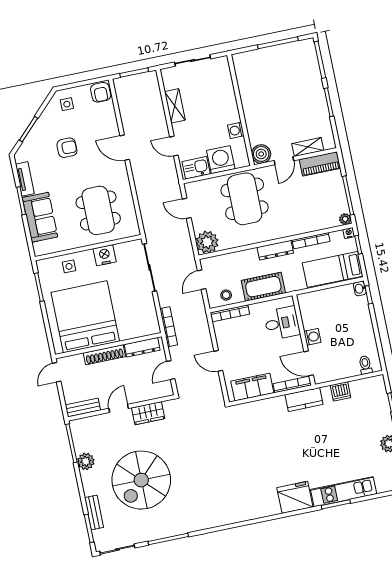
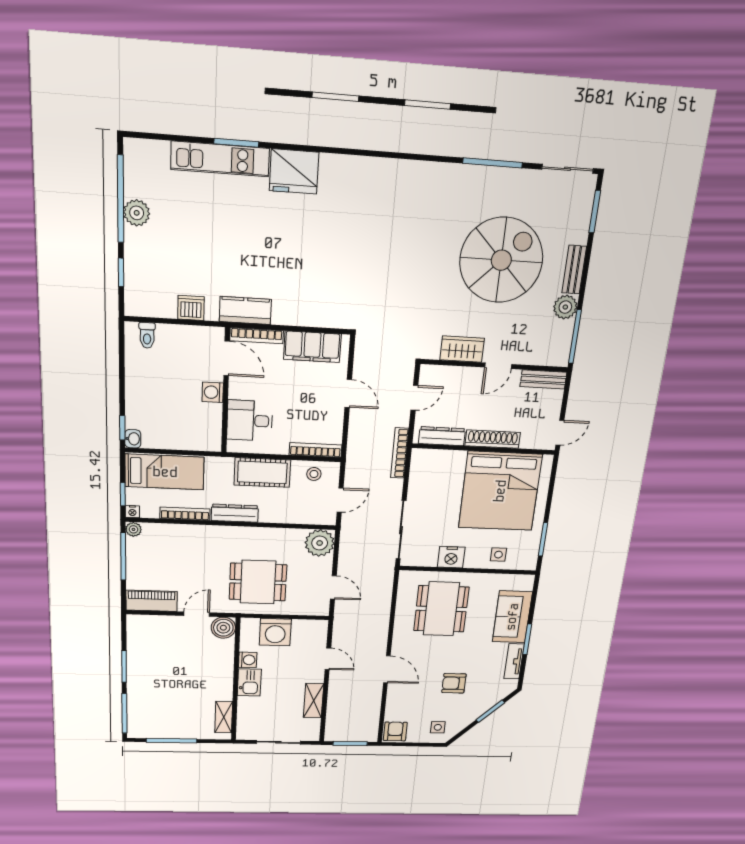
shelving: (308, 147) -> (224, 717), moved, turned 90
kitchen sink: (196, 168) -> (249, 682), moved, turned -90
dining table: (245, 199) -> (258, 582), width x0.73
bench: (94, 513) -> (574, 270), moved

